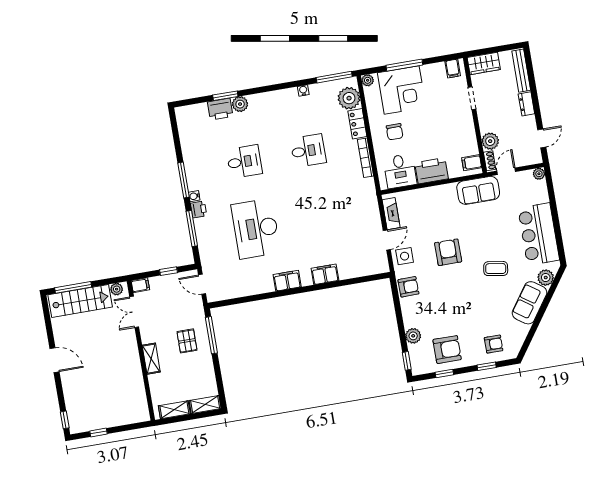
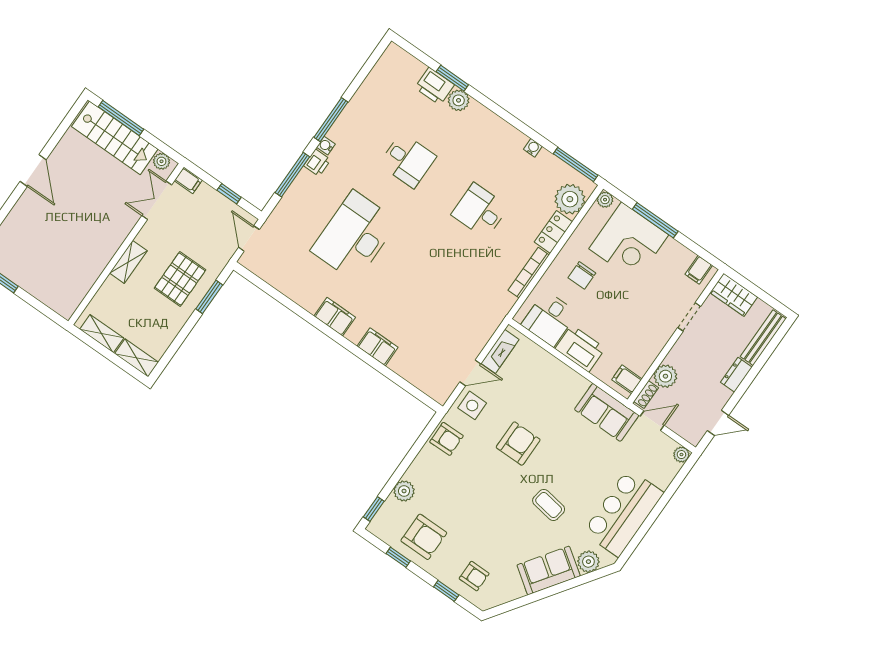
desk: (308, 151) -> (480, 211), turned 180
window: (211, 335) -> (209, 297), width x0.69
pallet: (187, 341) -> (180, 279), width x1.50, depth x1.42

